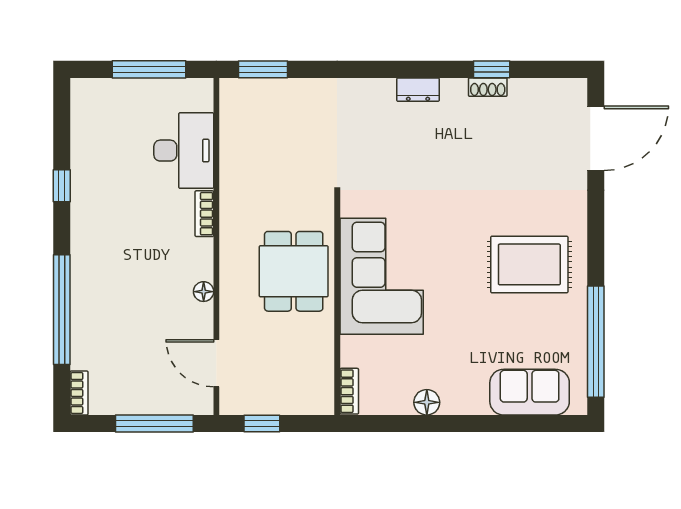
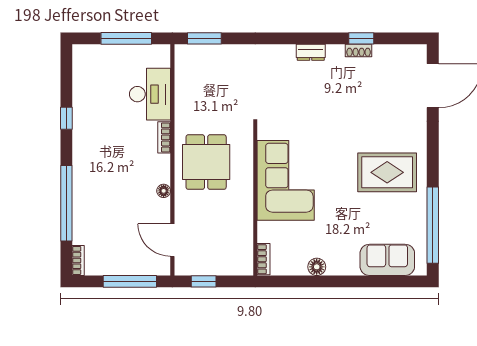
dining table: (294, 271) -> (206, 162), moved

